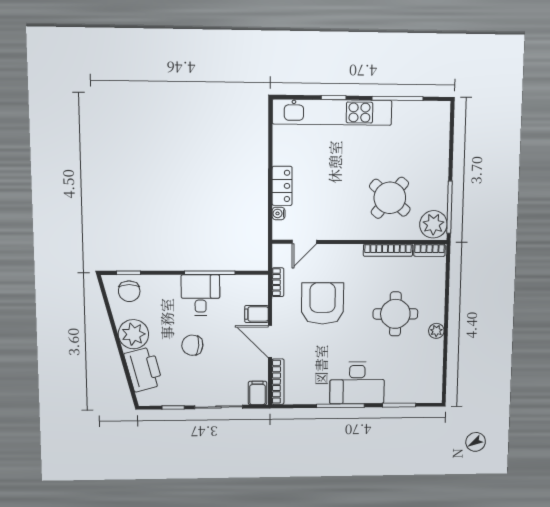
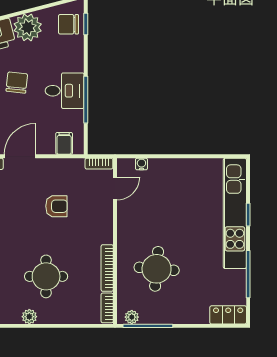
locker: (282, 186) -> (228, 315), moved, turned 180
round table: (390, 198) -> (157, 269), turned -35
plant: (433, 224) -> (132, 317), width x0.53, depth x0.53
door: (304, 242) -> (115, 188), swing flipped
bookcase: (278, 282) -> (99, 164), moved
armchair: (323, 303) -> (56, 206), width x0.53, depth x0.53
filing cabinet: (256, 314) -> (64, 143), moved

